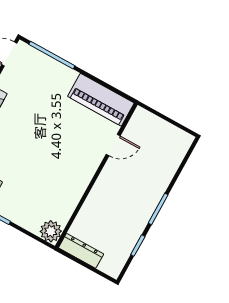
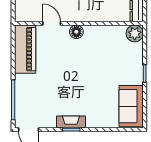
floor lamp: (89, 167) -> (76, 32), added

